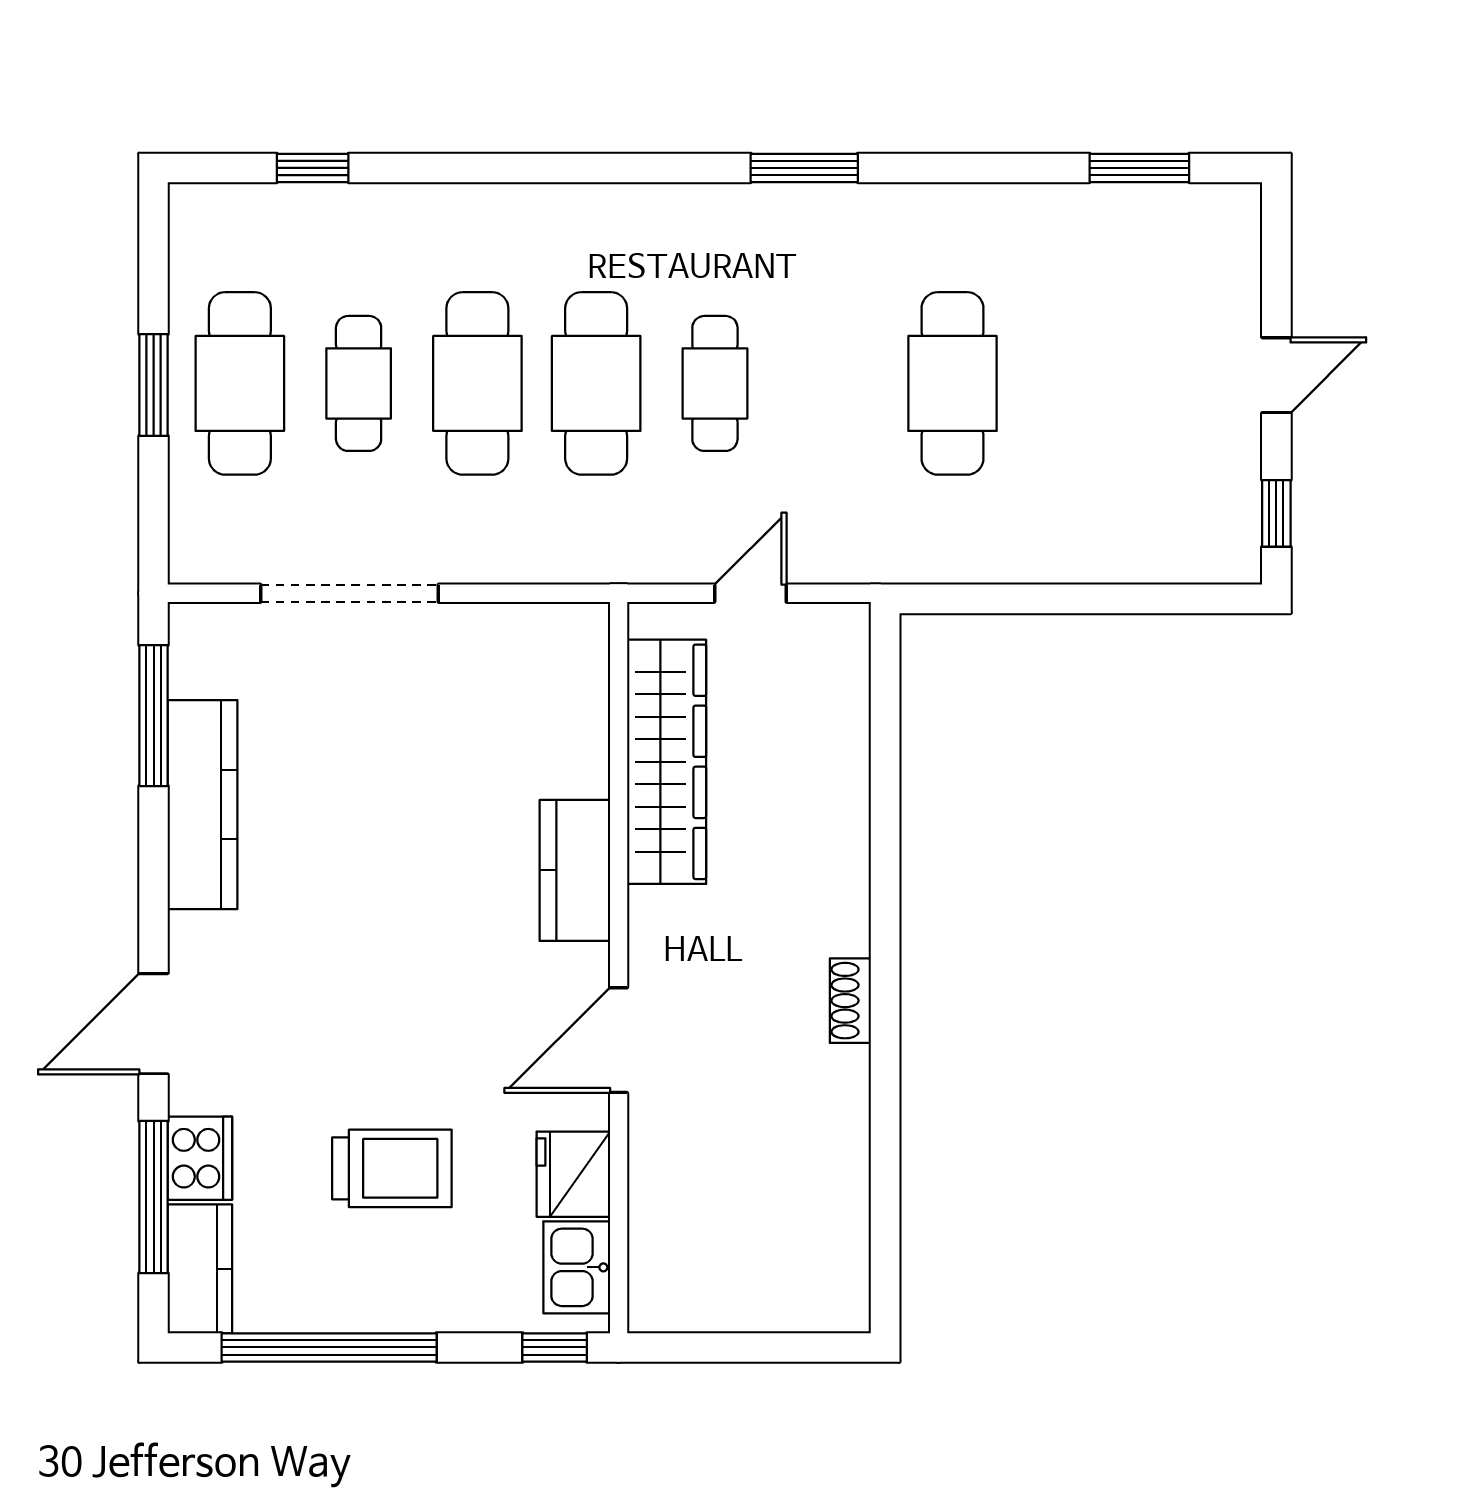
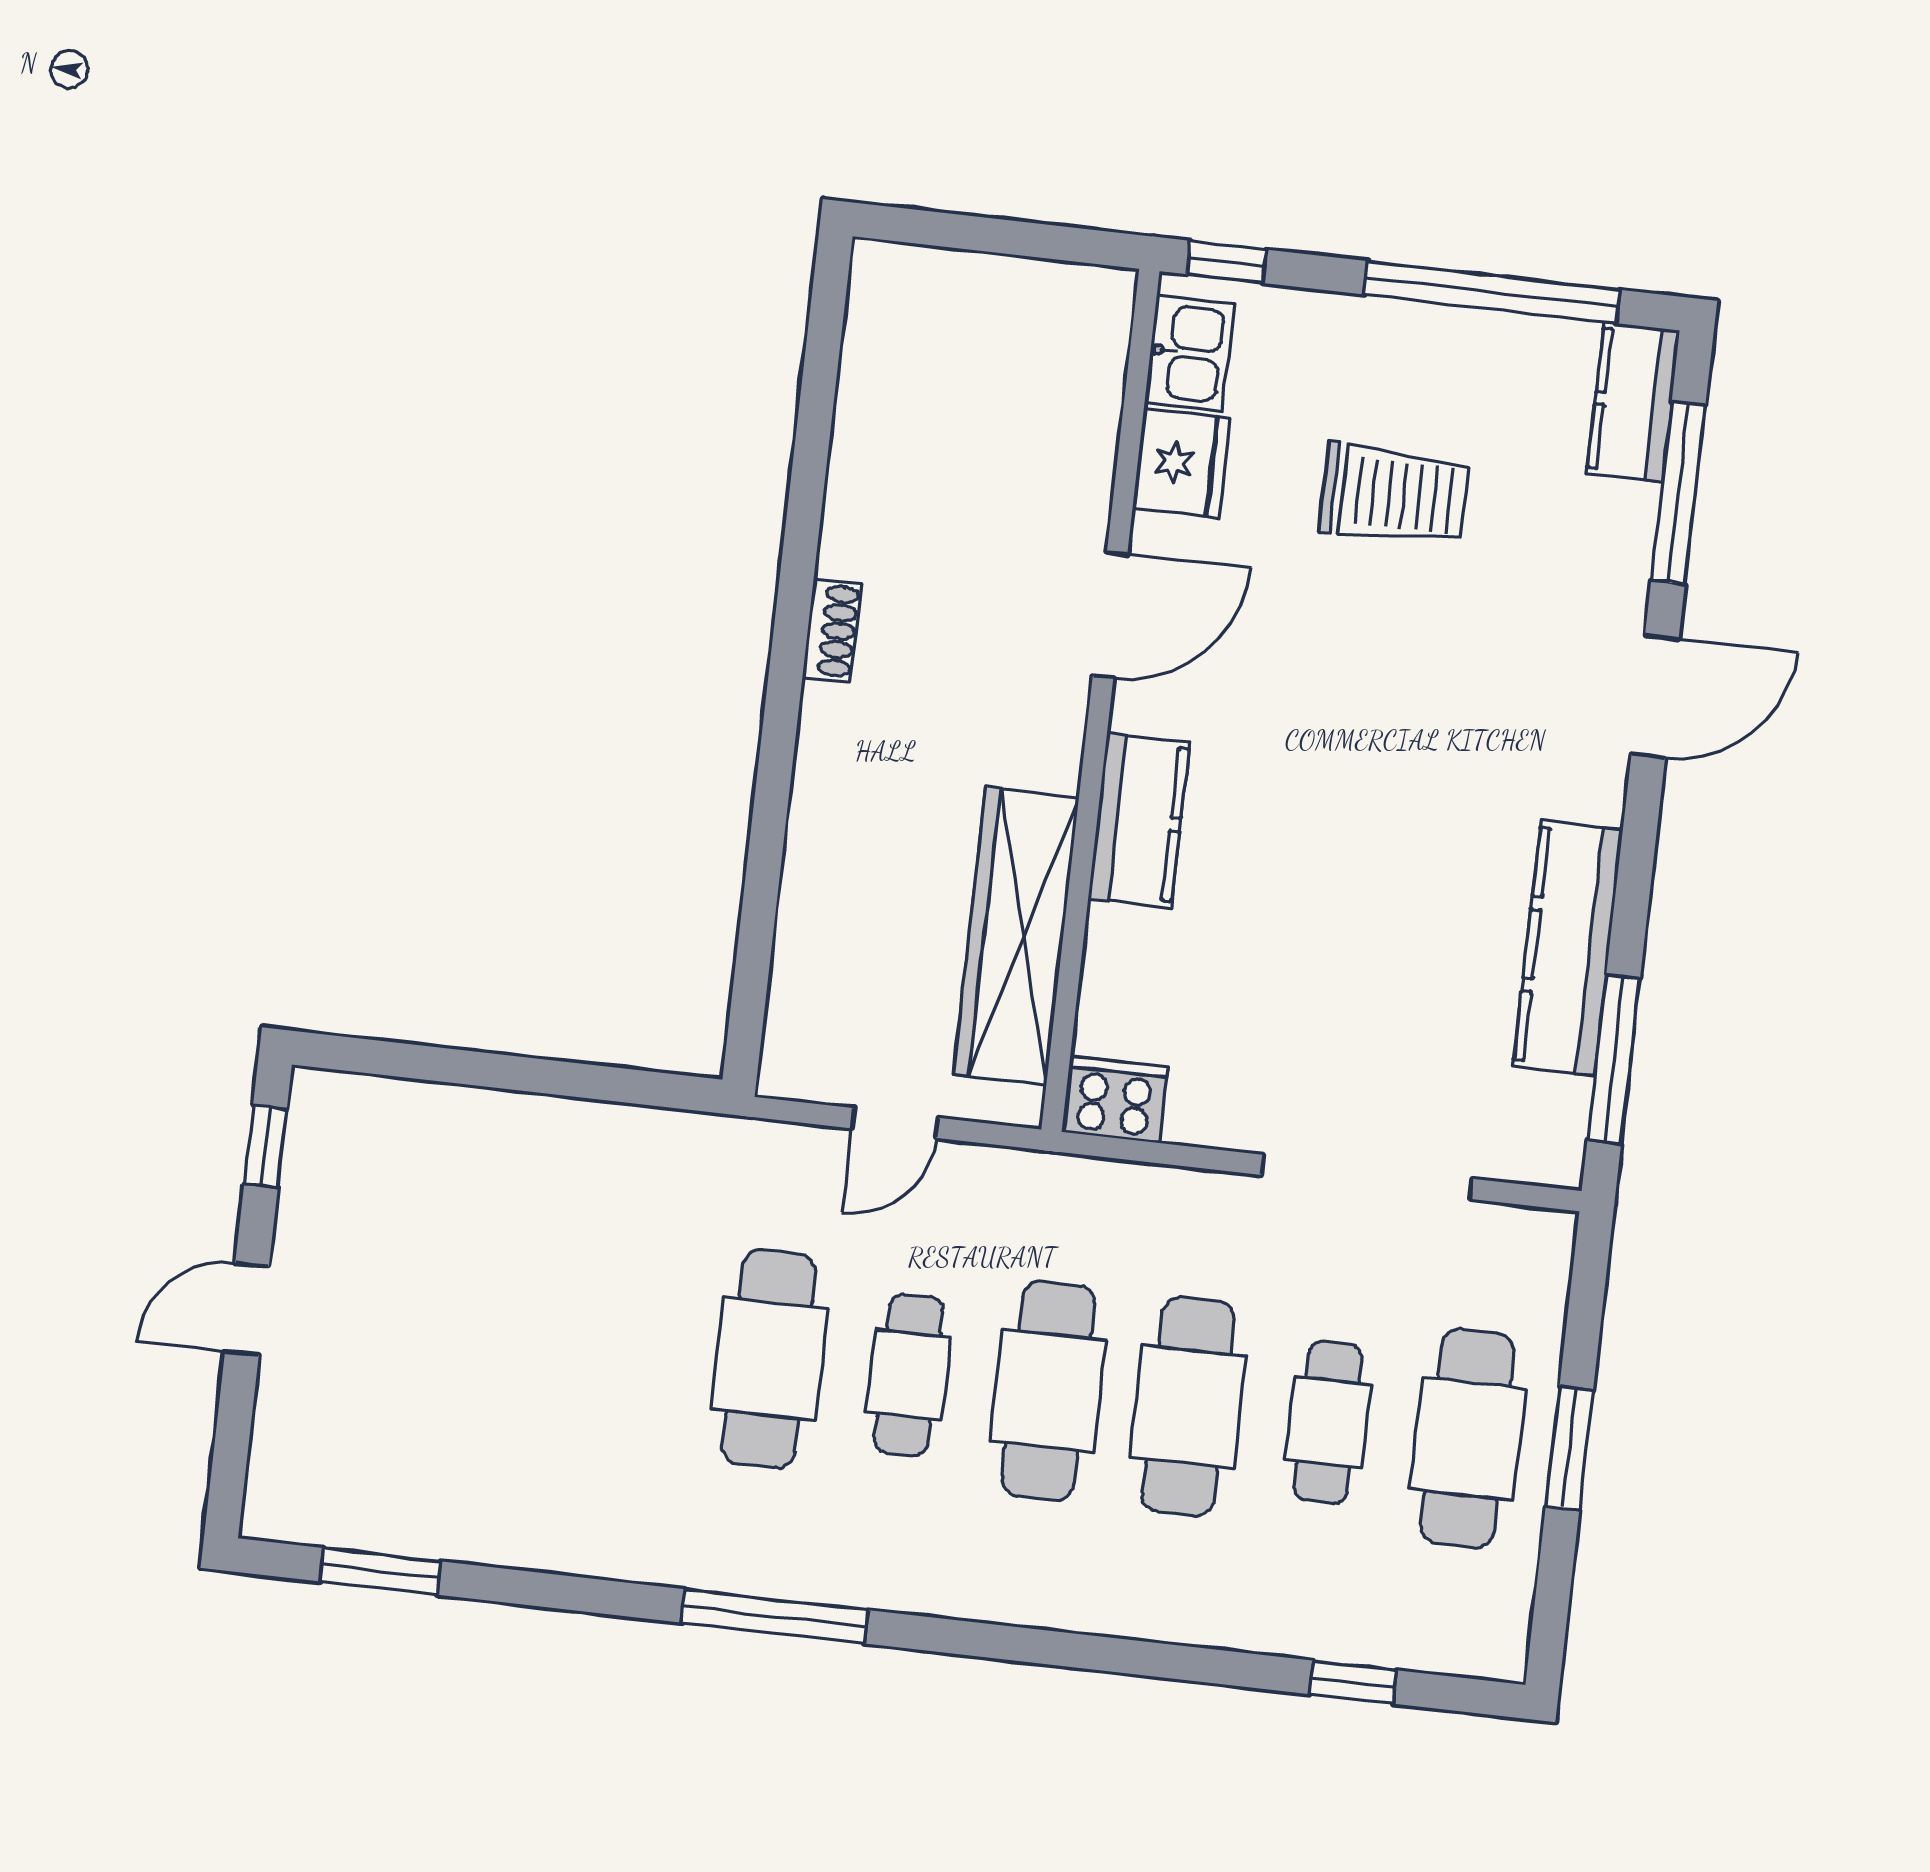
window: (804, 168) -> (775, 1616), width x1.44
cafe table: (952, 383) -> (769, 1359), moved
cooker: (200, 1158) -> (1115, 1100), moved, turned 90
trolley: (392, 1168) -> (1394, 494), turned 180

